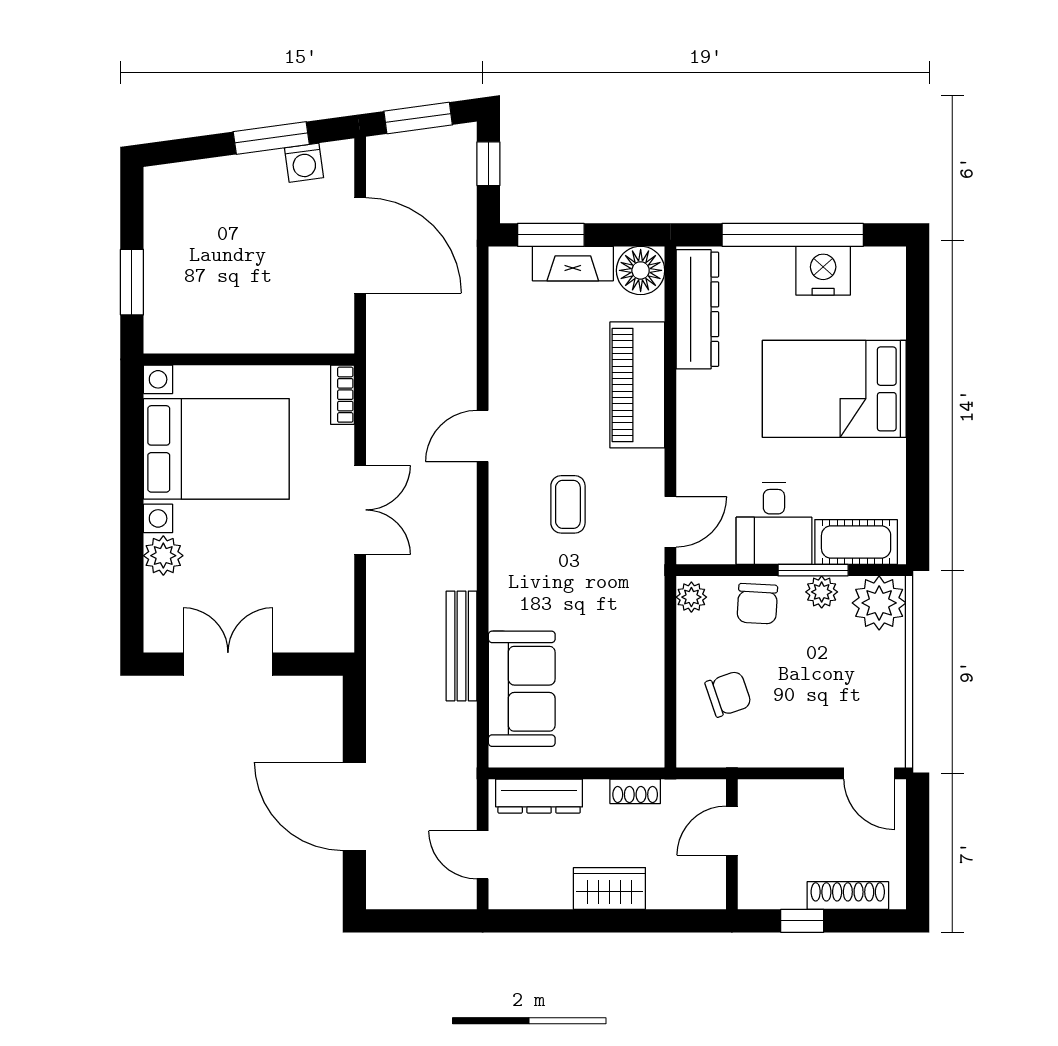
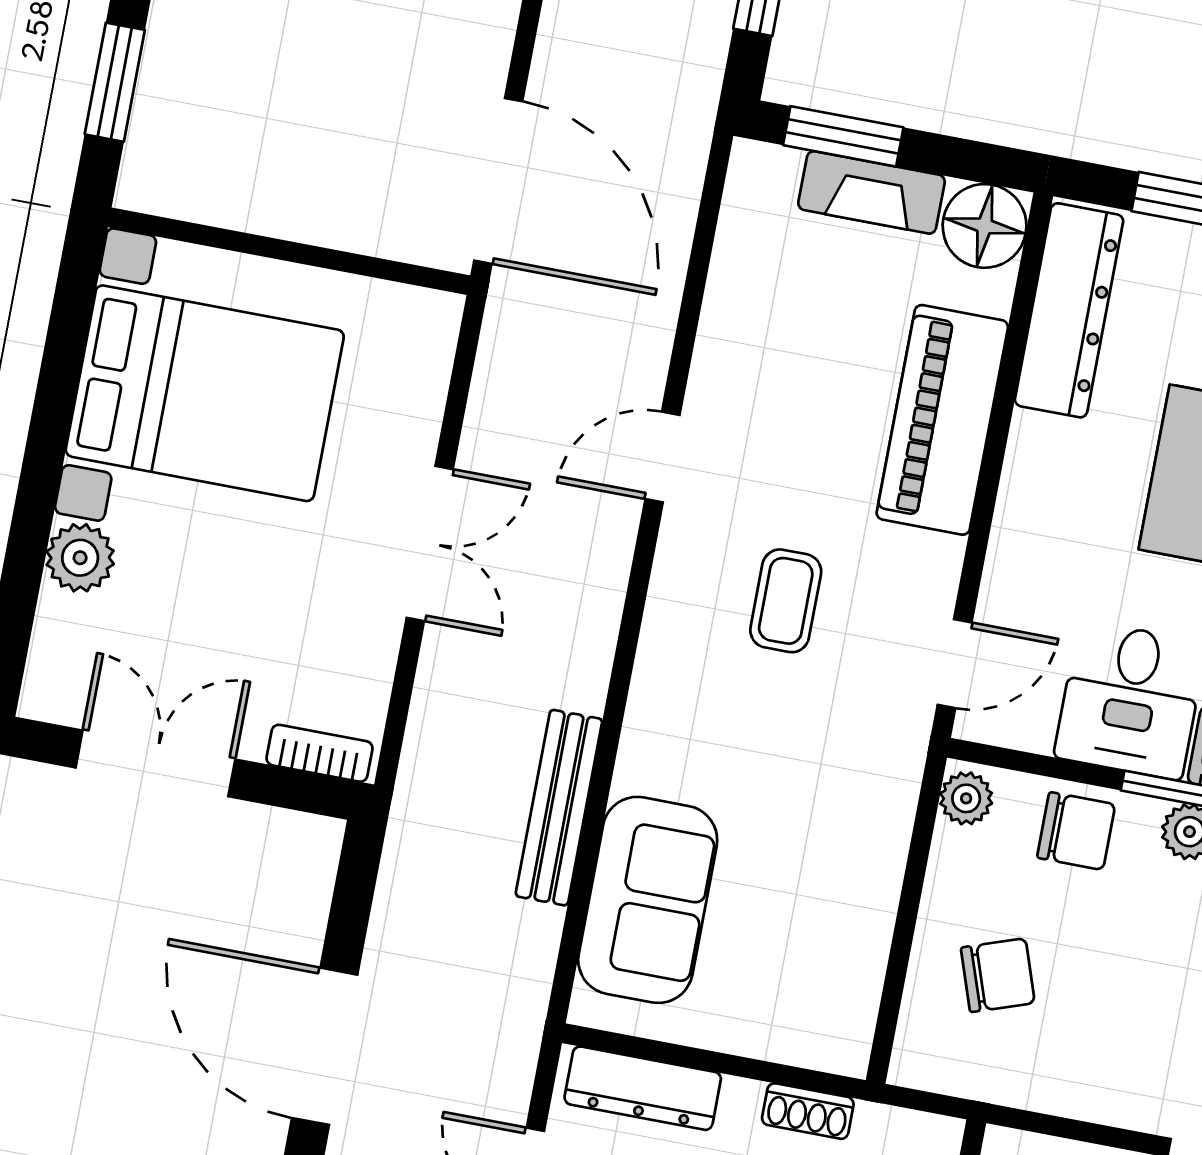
door: (360, 245) -> (498, 181), moved
bookcase: (342, 395) -> (319, 753), moved, turned 90
chair: (757, 604) -> (1076, 831), turned -93

